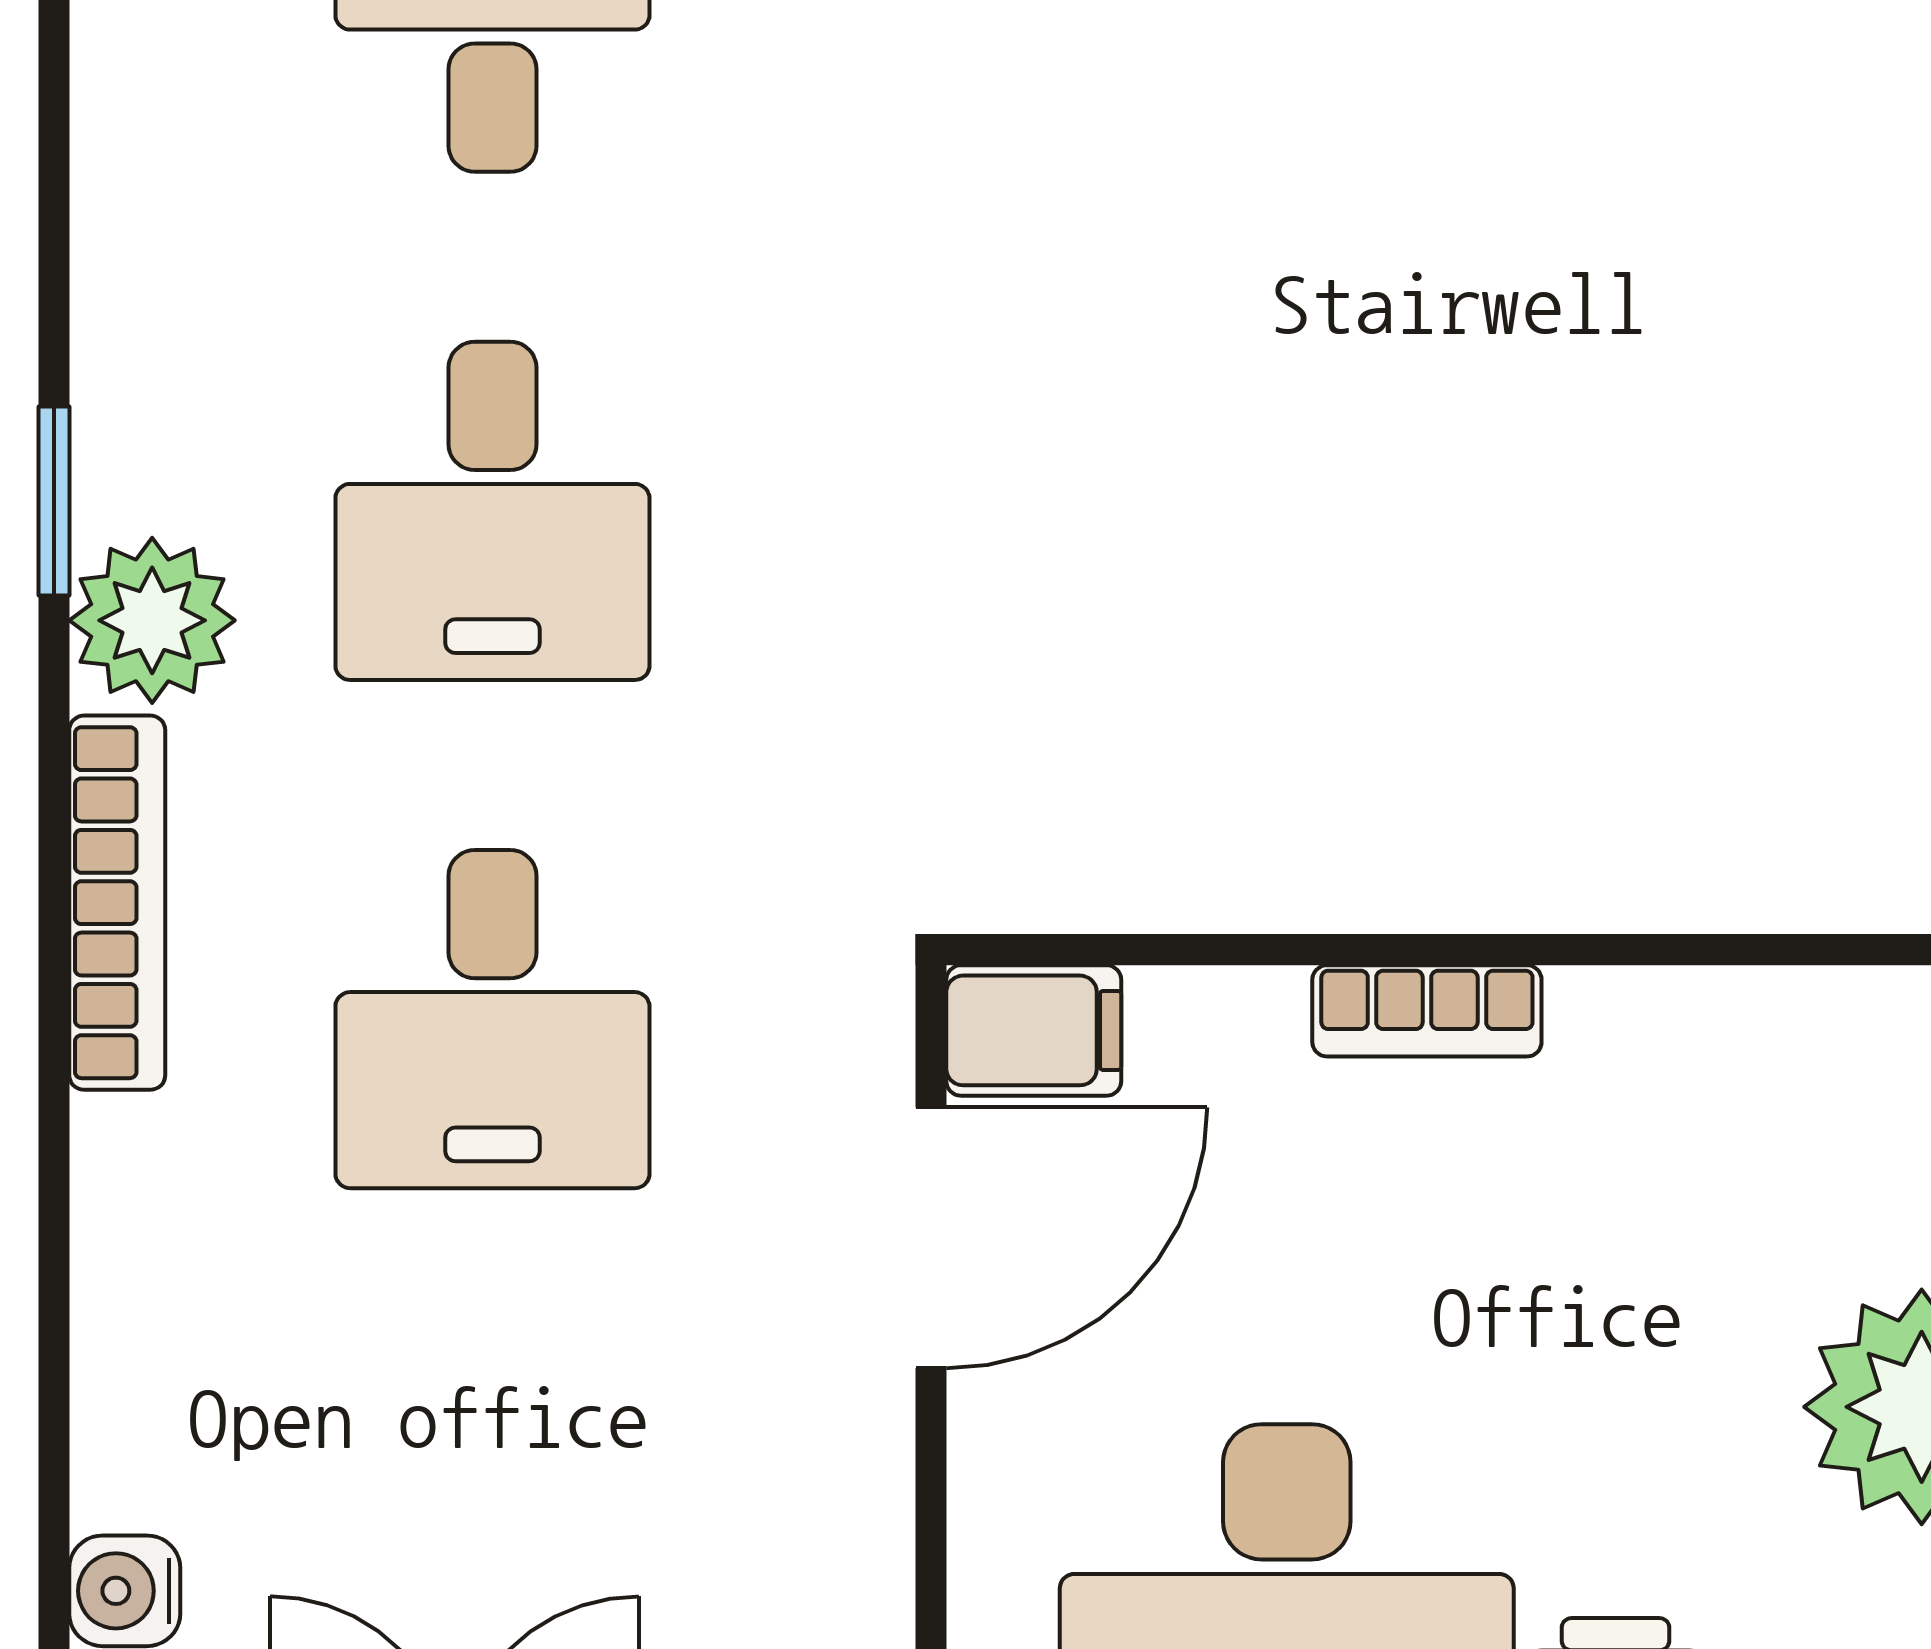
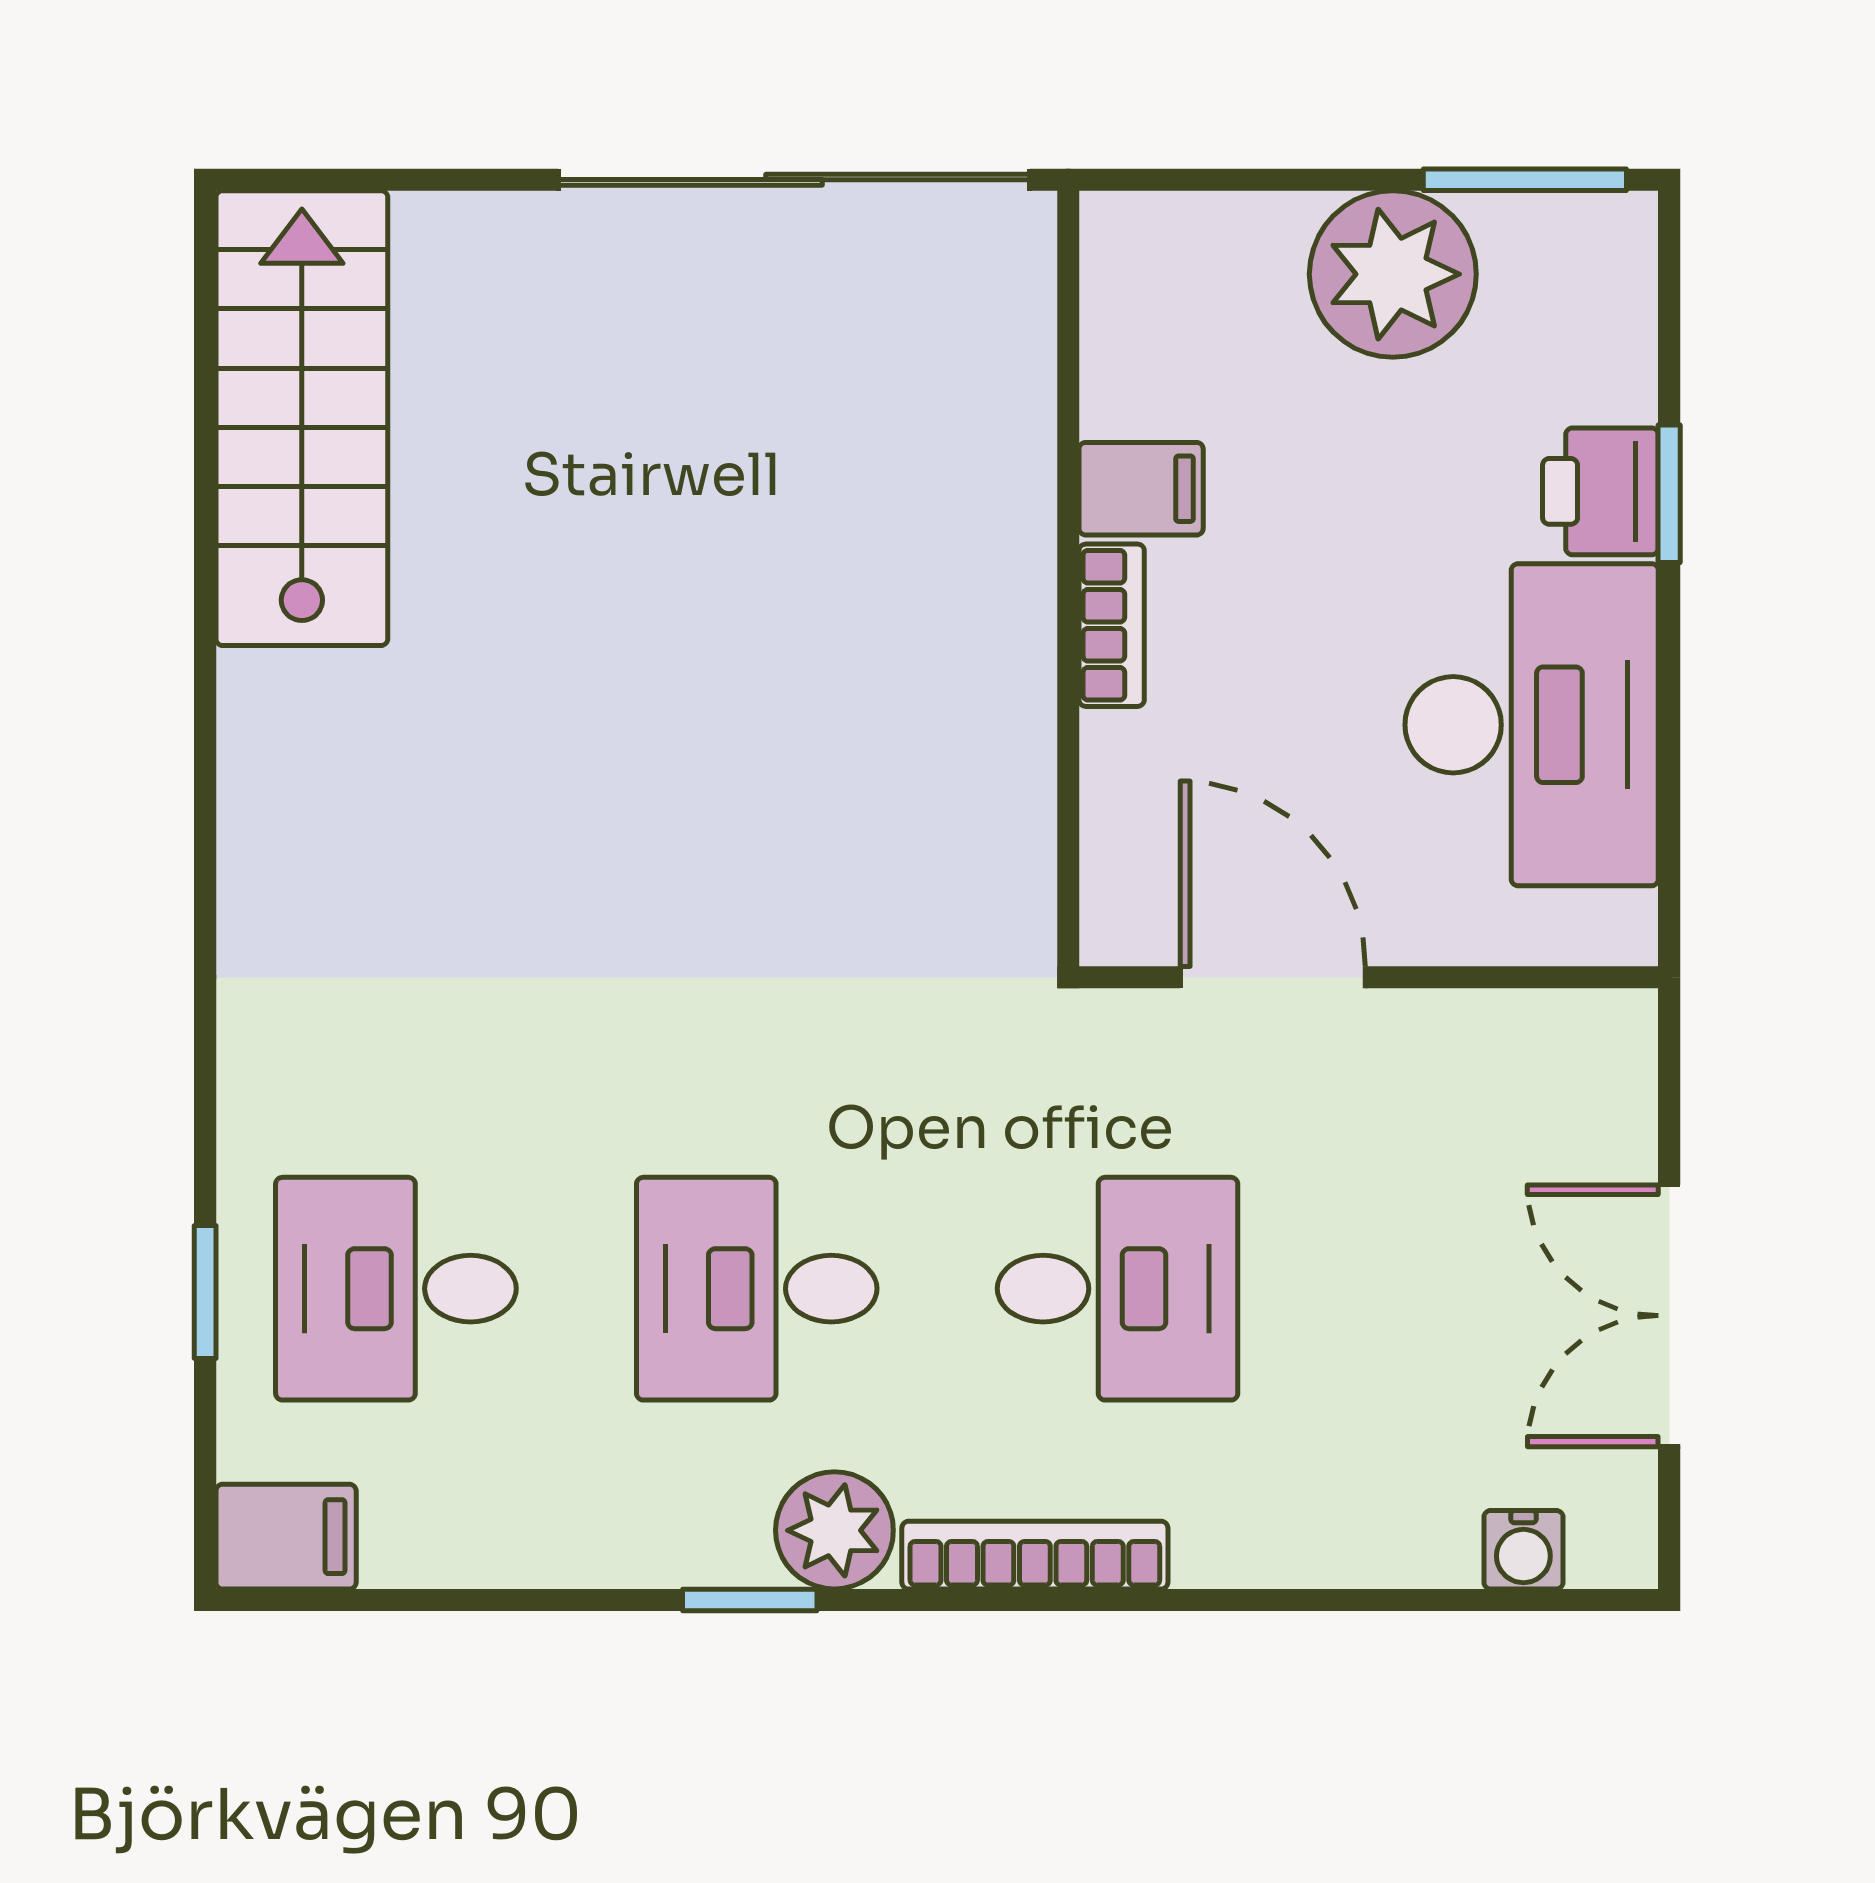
desk: (492, 511) -> (757, 1289), turned 180
filing cabinet: (1034, 1030) -> (1141, 489), moved, turned 90

